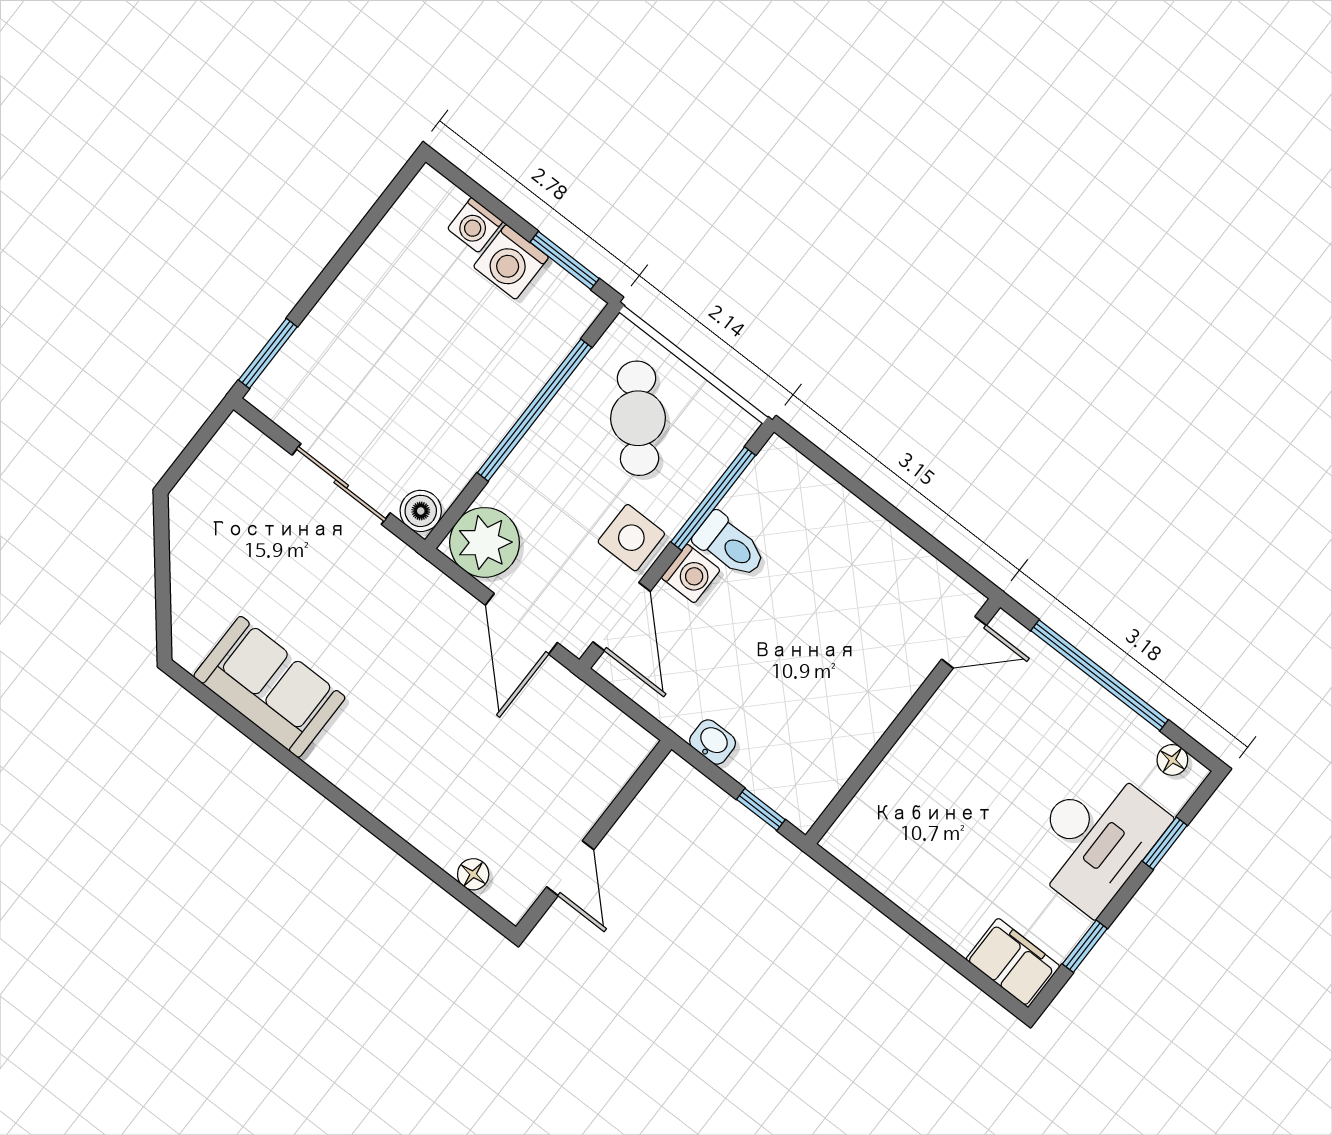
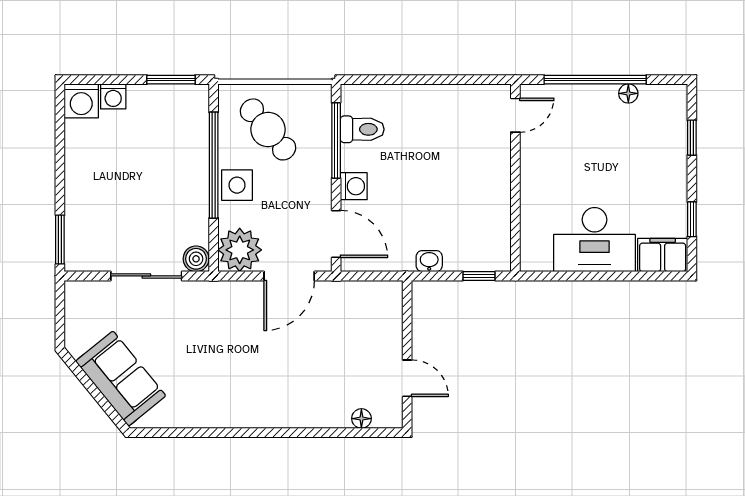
washing machine: (511, 262) -> (81, 101), moved
side table: (631, 538) -> (237, 185), moved
toilet: (730, 545) -> (362, 129), moved
door: (521, 624) -> (289, 276), hinge flipped
sofa: (269, 687) -> (121, 379), moved, turned 51
floor lamp: (1172, 760) -> (628, 93), moved
desk: (1095, 839) -> (594, 240), moved, turned 90

